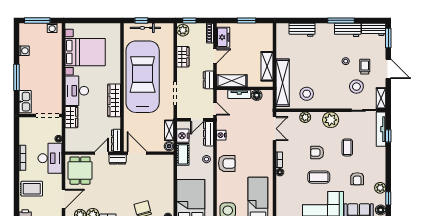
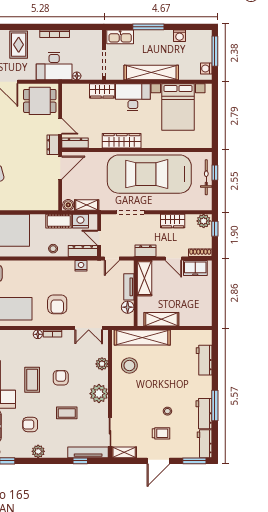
window: (247, 20) -> (215, 295), removed
shelving: (56, 75) -> (151, 73), added
car: (143, 77) -> (149, 174), turned 180
stool: (356, 87) -> (138, 424), removed
armchair: (227, 163) -> (57, 304), moved
plant: (380, 188) -> (38, 451), moved

